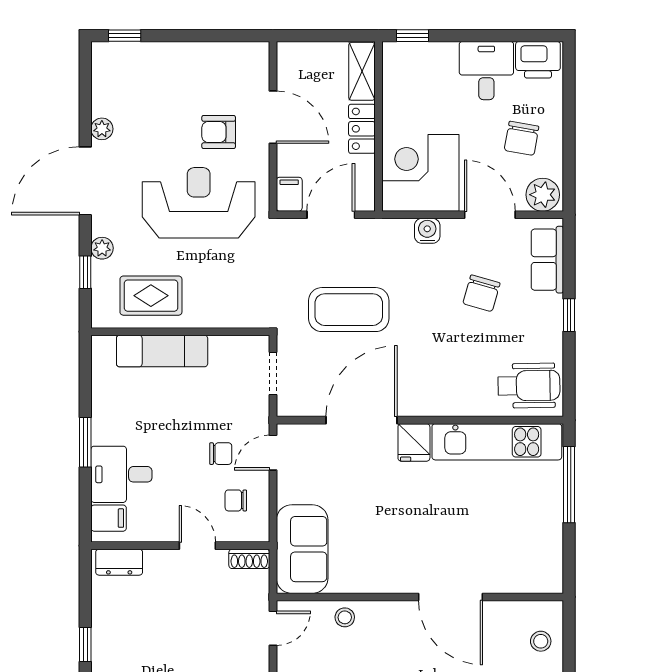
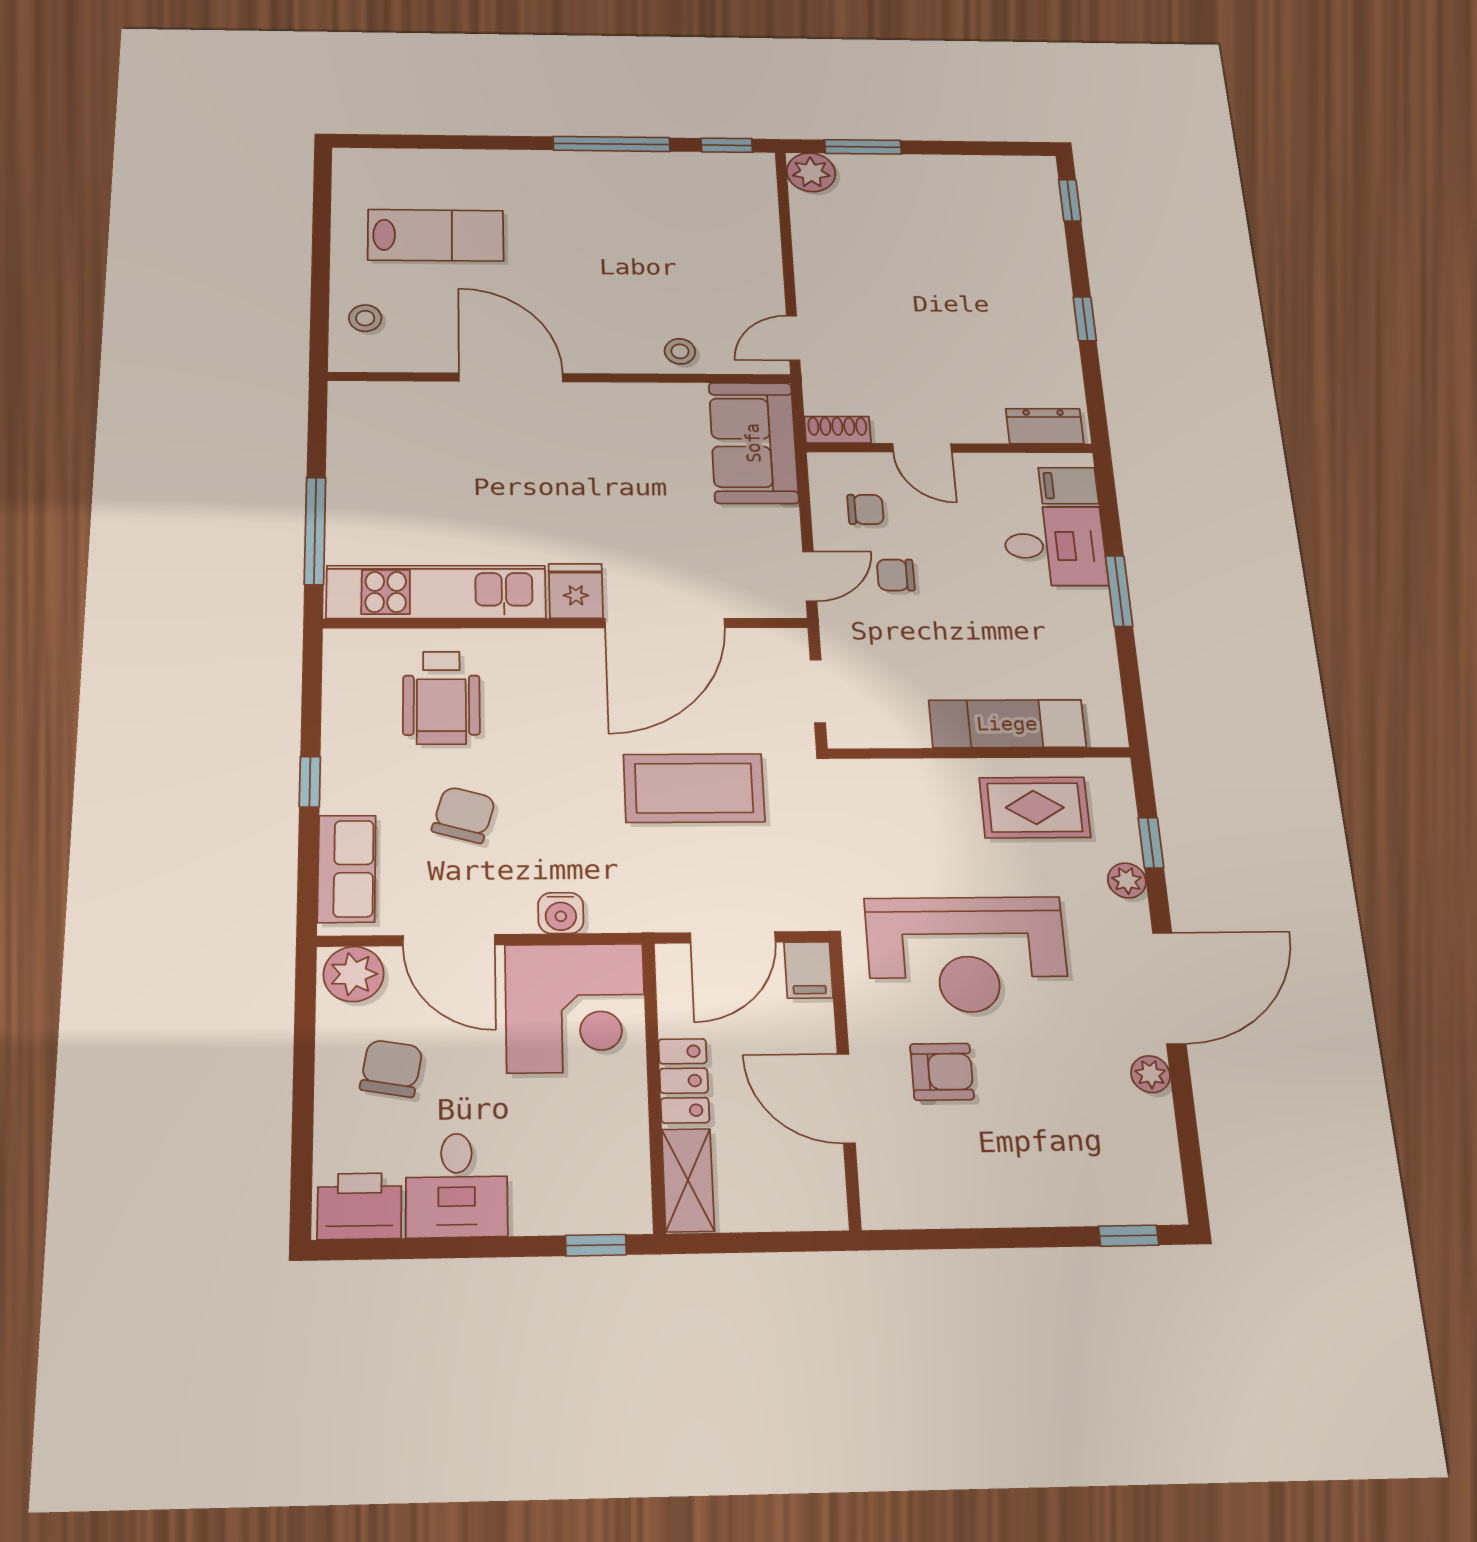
wheelchair: (529, 386) -> (441, 698), moved, turned -89

